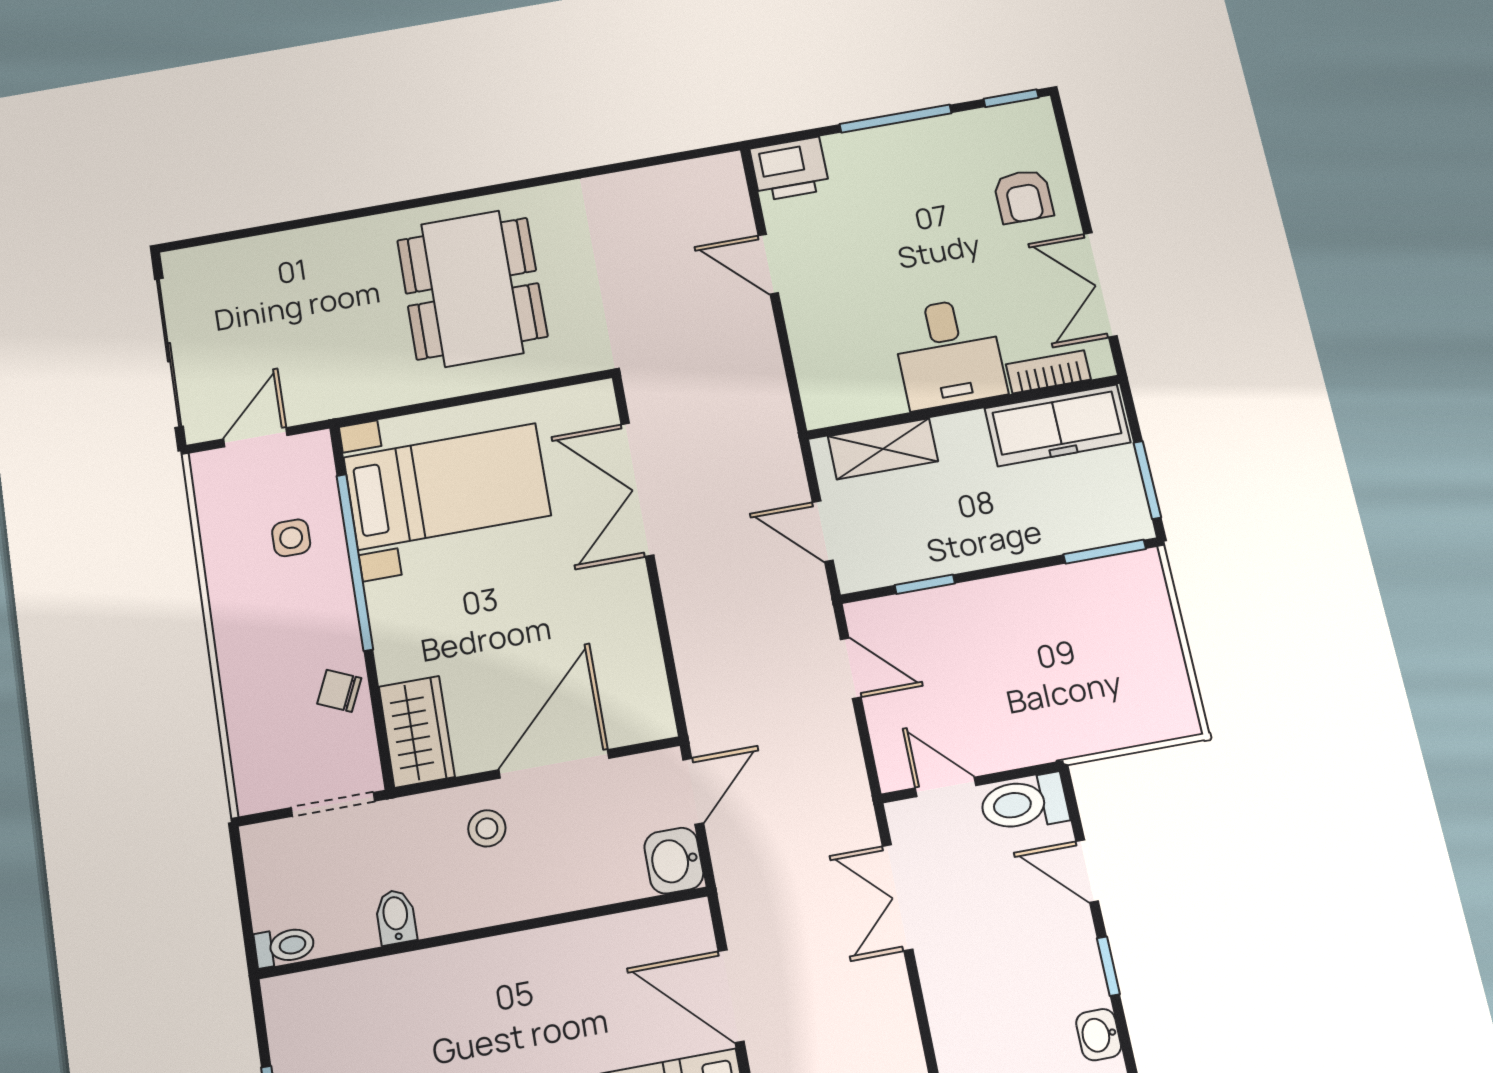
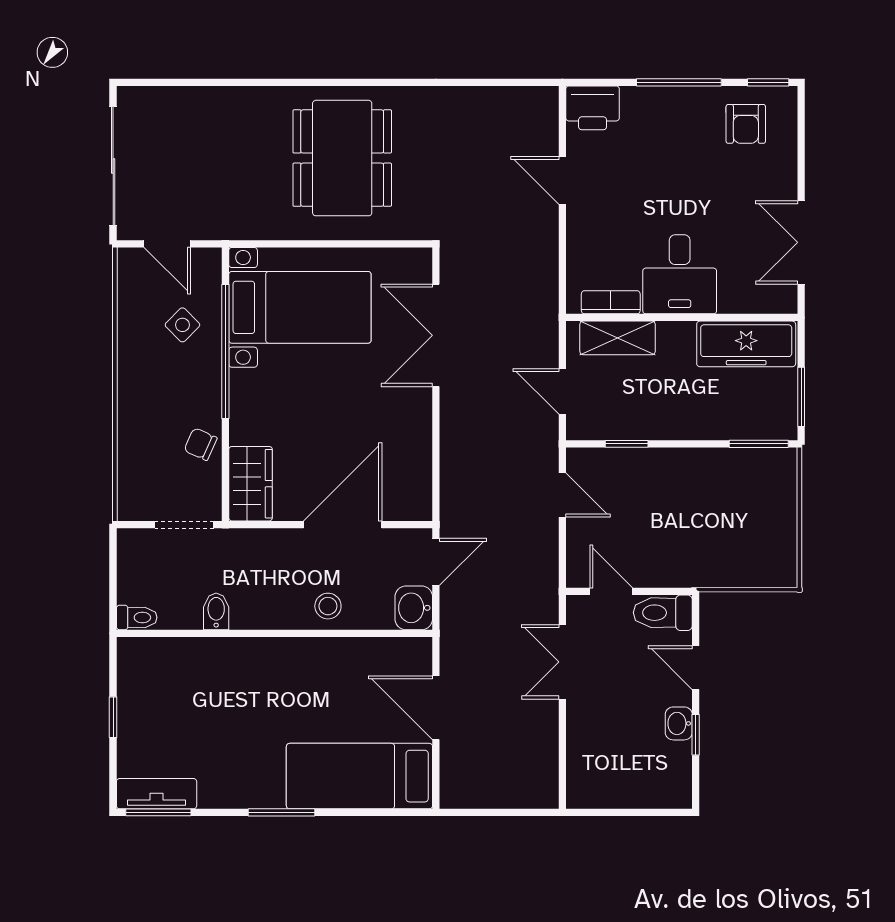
armchair: (1023, 196) -> (746, 124), moved
bookcase: (1048, 372) -> (611, 302), moved
door: (255, 437) -> (167, 244), swing flipped
side table: (291, 538) -> (182, 325), turned 45
stool: (487, 828) -> (328, 606), moved
washbasin: (1099, 1035) -> (679, 723), moved

